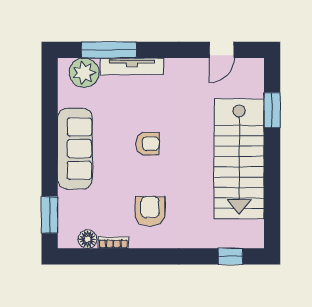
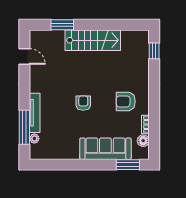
plant: (84, 73) -> (34, 139), width x0.53, depth x0.53
sofa: (75, 149) -> (105, 149), moved
stairs: (239, 159) -> (93, 40), width x0.73, depth x0.66

